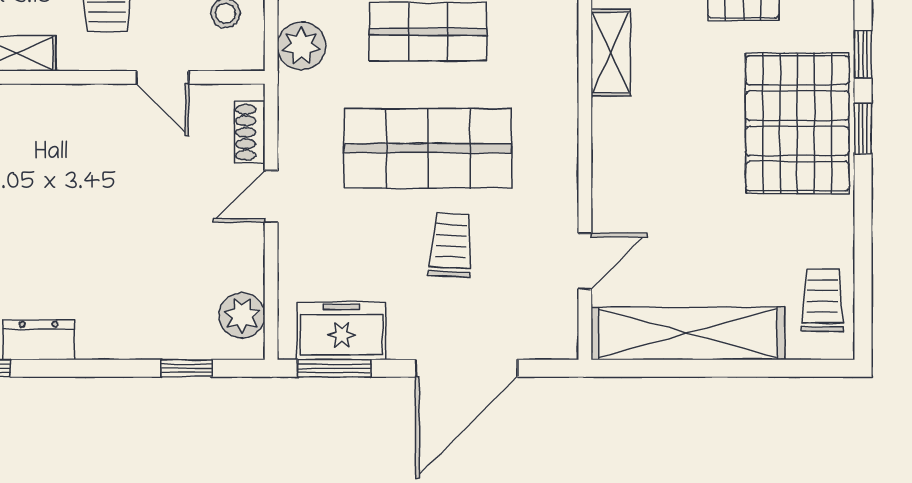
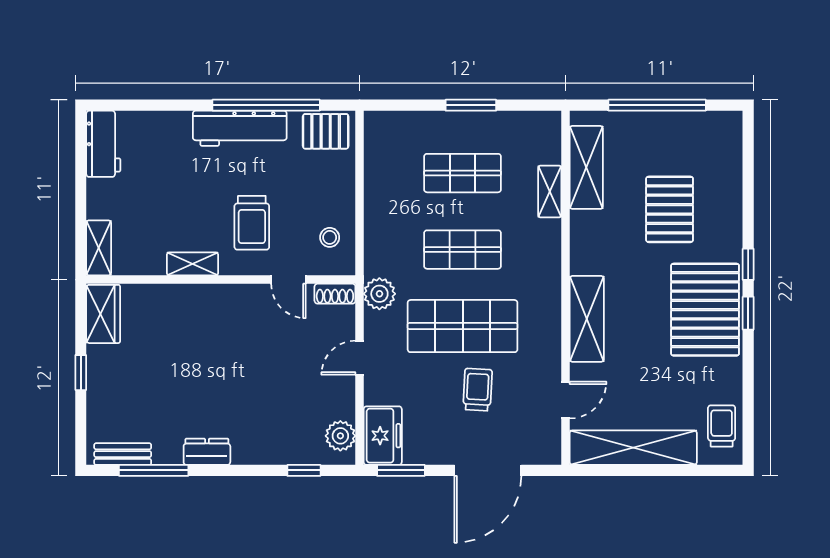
plant: (301, 46) -> (379, 294), moved
shelving: (611, 52) -> (587, 319), moved, width x1.50, depth x1.33
shoe rack: (250, 132) -> (335, 294), moved, turned -90
freezer: (342, 331) -> (383, 436), moved, turned 90

